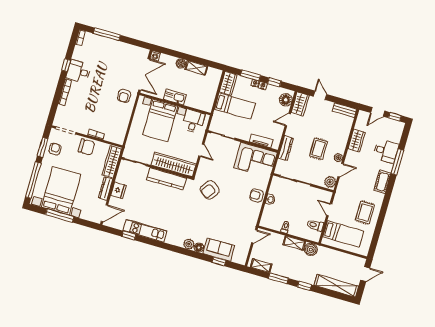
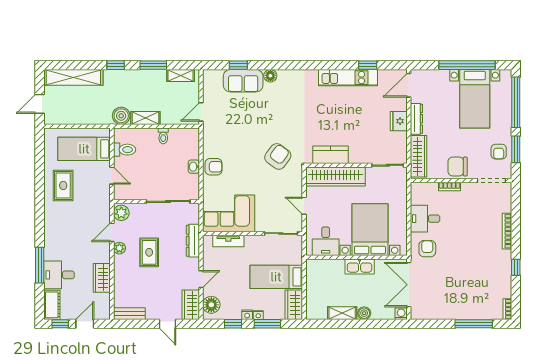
desk: (79, 71) -> (425, 219), moved, turned 180
kitchen counter: (167, 179) -> (331, 155), width x0.67
cot: (382, 182) -> (52, 305), moved
bed with nightstands: (61, 191) -> (475, 99), width x0.73
window: (60, 216) -> (467, 65), width x1.46
plant: (189, 244) -> (285, 76), removed

